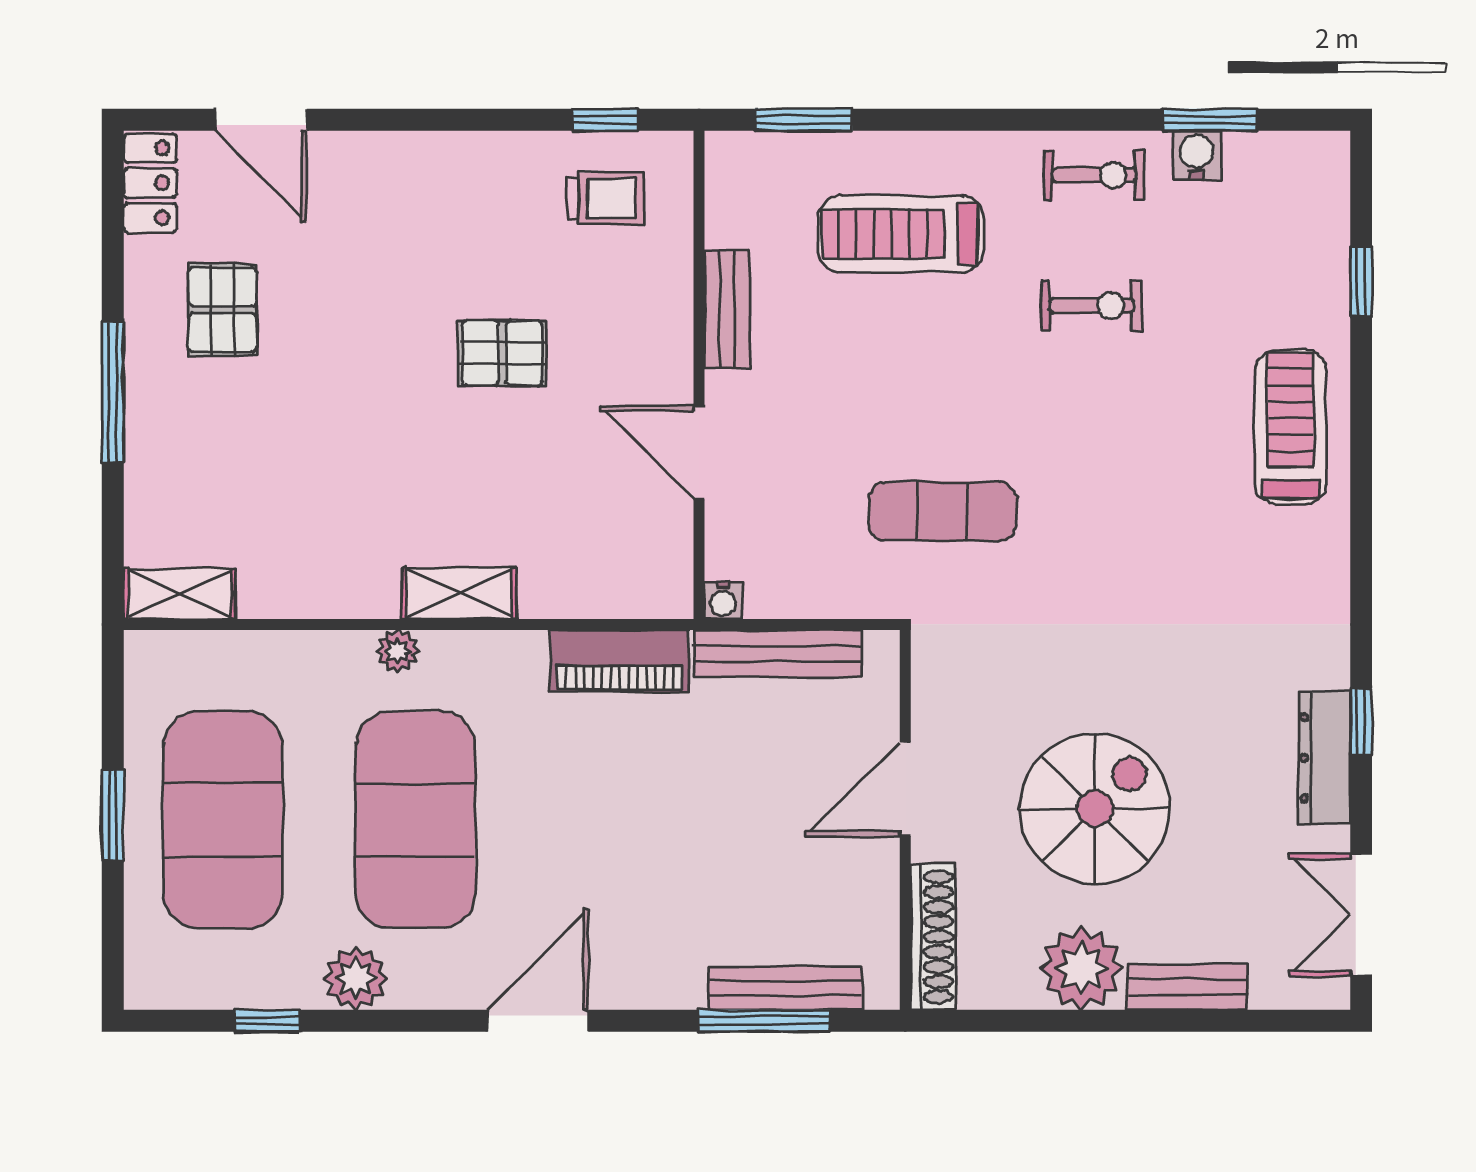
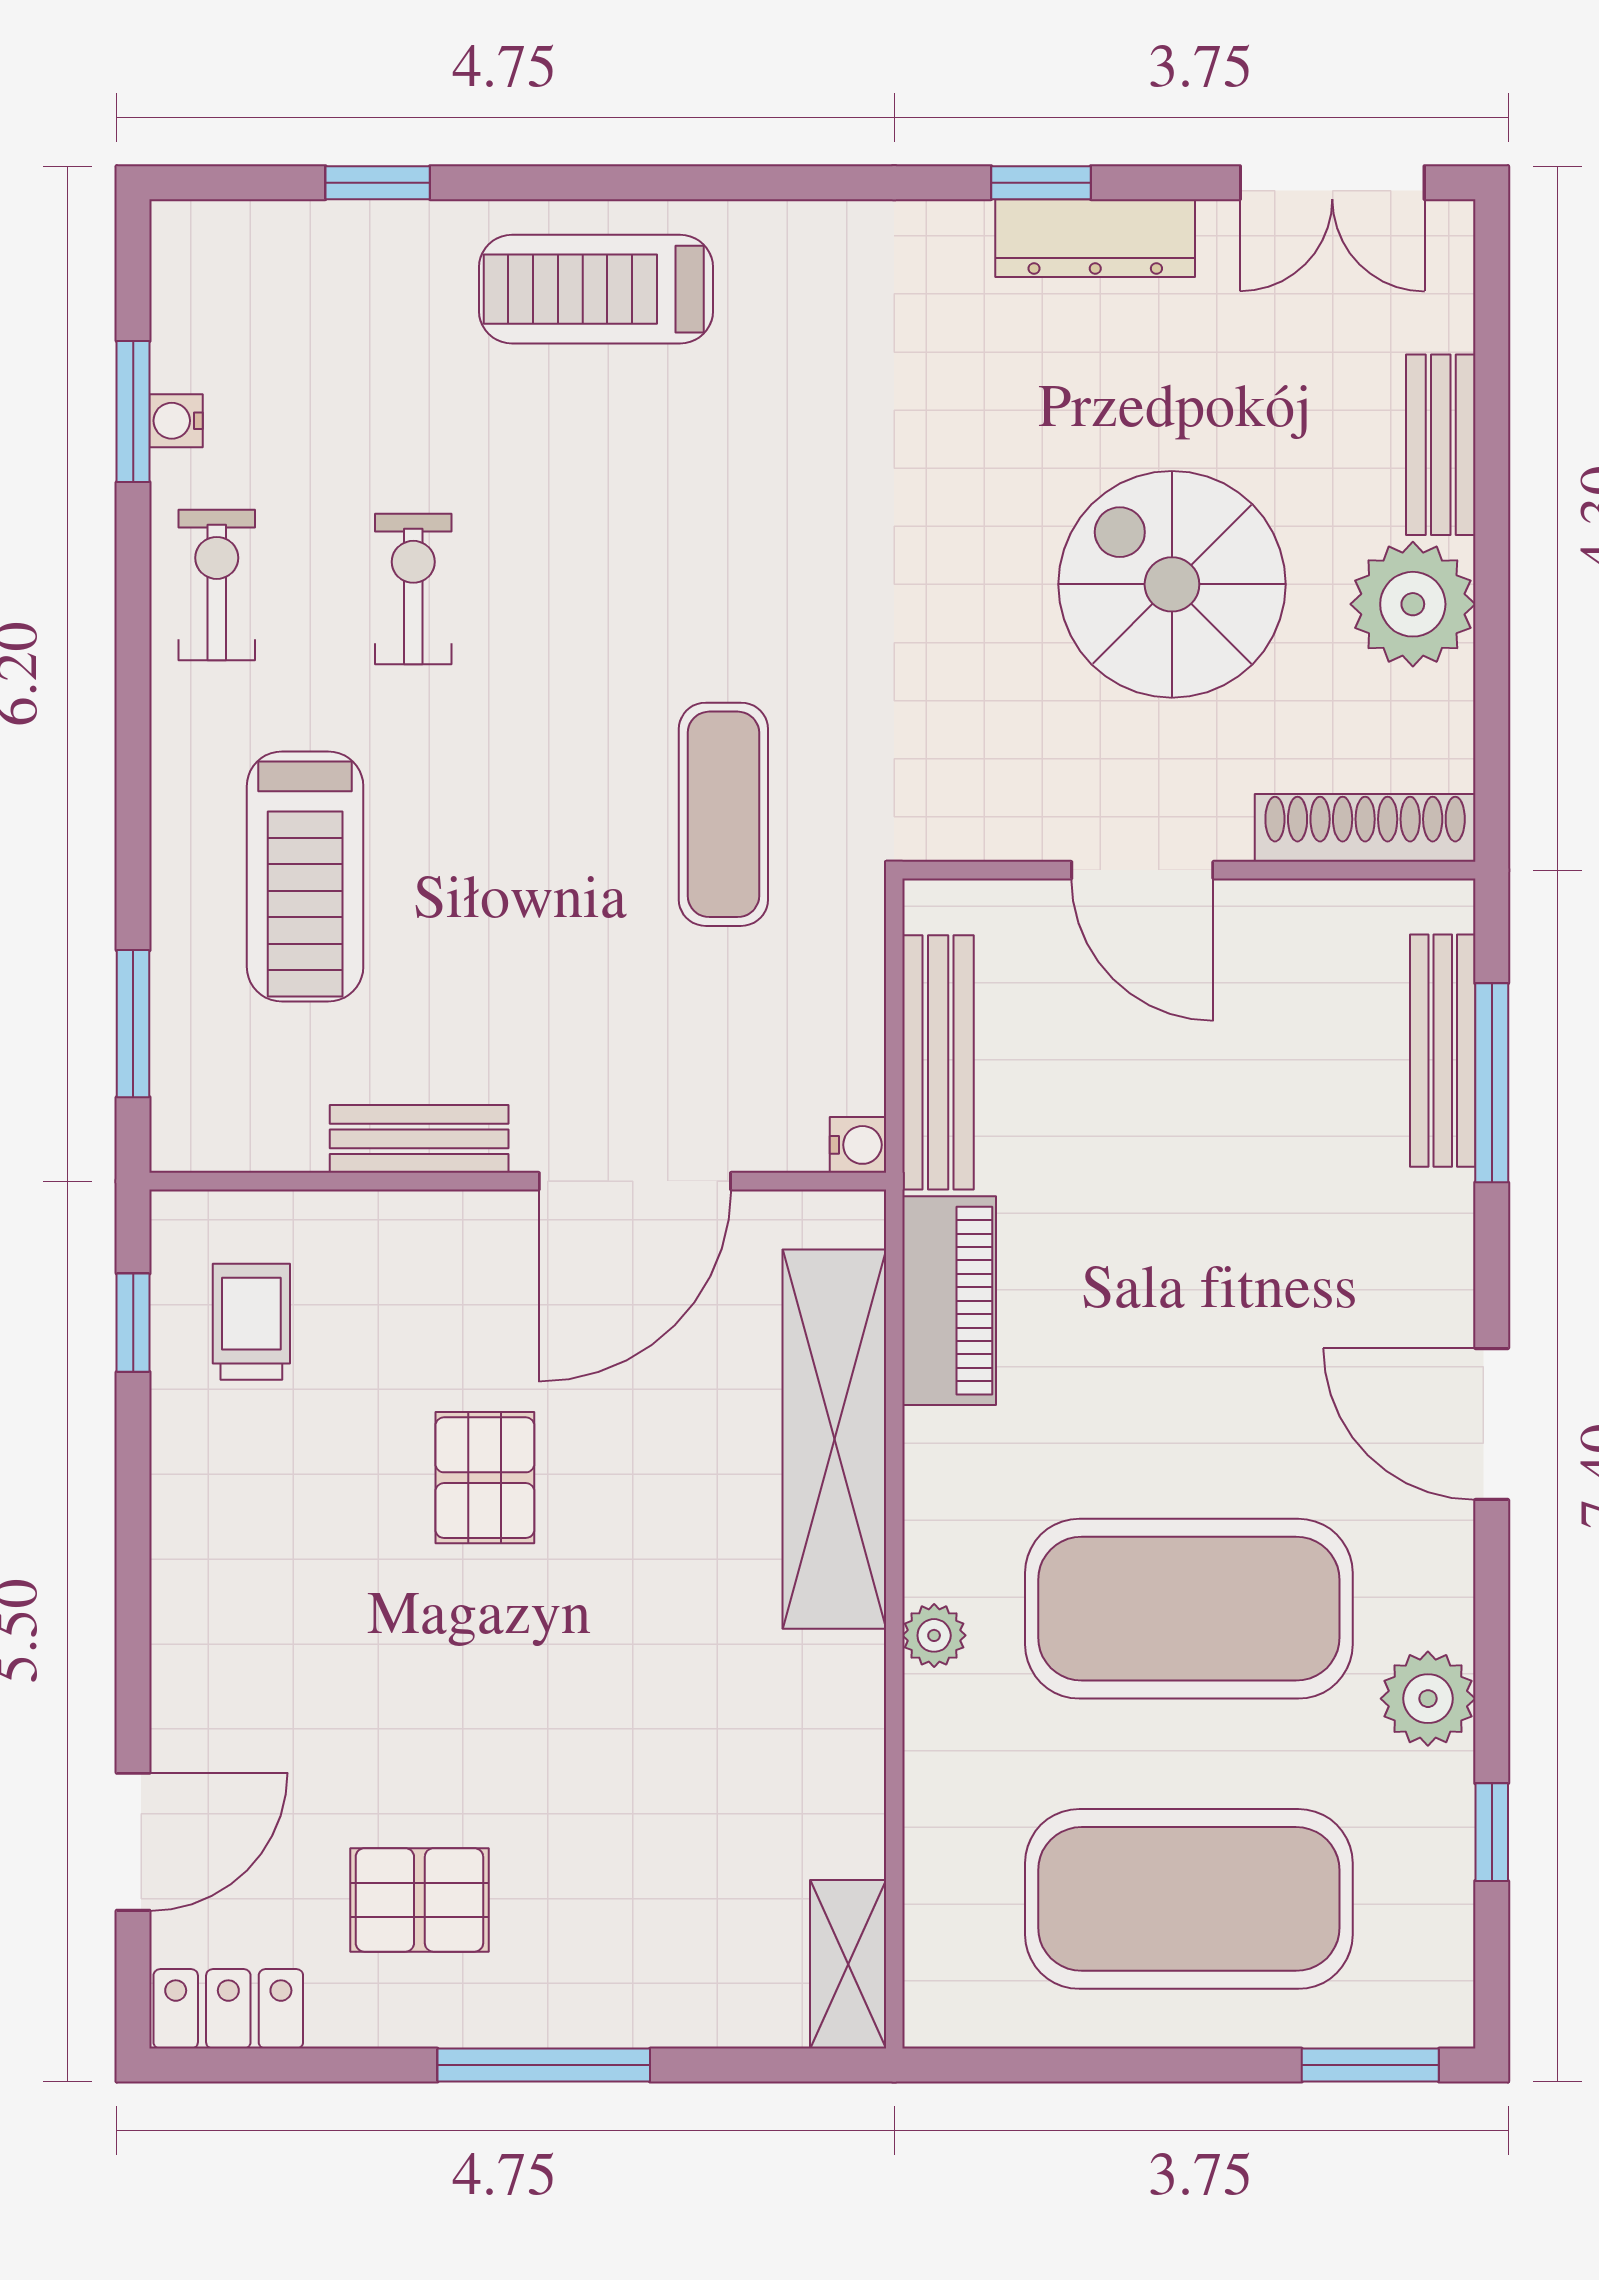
water cooler: (1197, 155) -> (176, 421), width x0.72, depth x0.72
door: (699, 453) -> (635, 1181), width x1.36
shelving: (459, 593) -> (834, 1439), width x2.20, depth x1.33
window: (113, 815) -> (1370, 2065), moved

